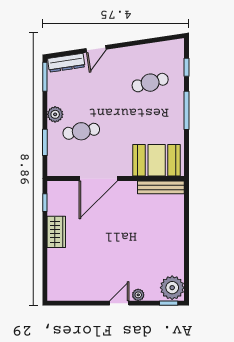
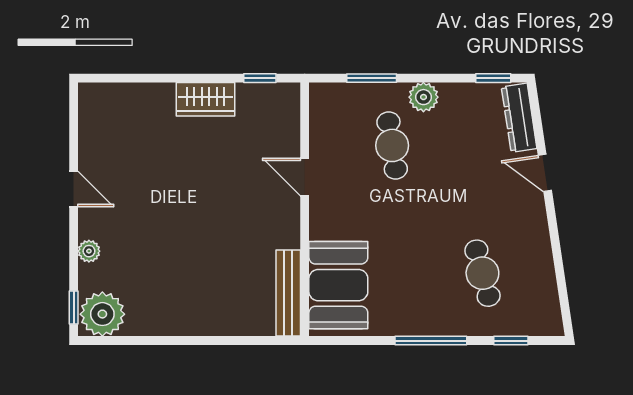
window: (45, 77) -> (493, 78), width x0.67
door: (98, 178) -> (305, 177), width x0.53
door: (119, 303) -> (74, 189), moved

